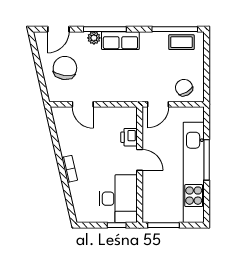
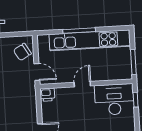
printer: (129, 137) -> (47, 95), moved

